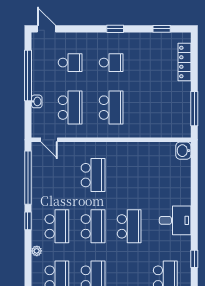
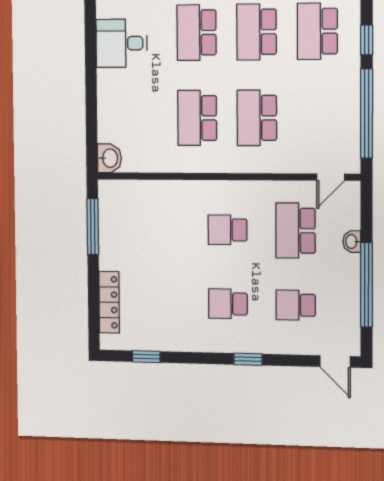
window: (115, 29) -> (248, 359), moved
school desk: (111, 108) -> (228, 230), width x0.54
door: (49, 140) -> (331, 177), swing flipped
school desk: (129, 175) -> (197, 118), added

